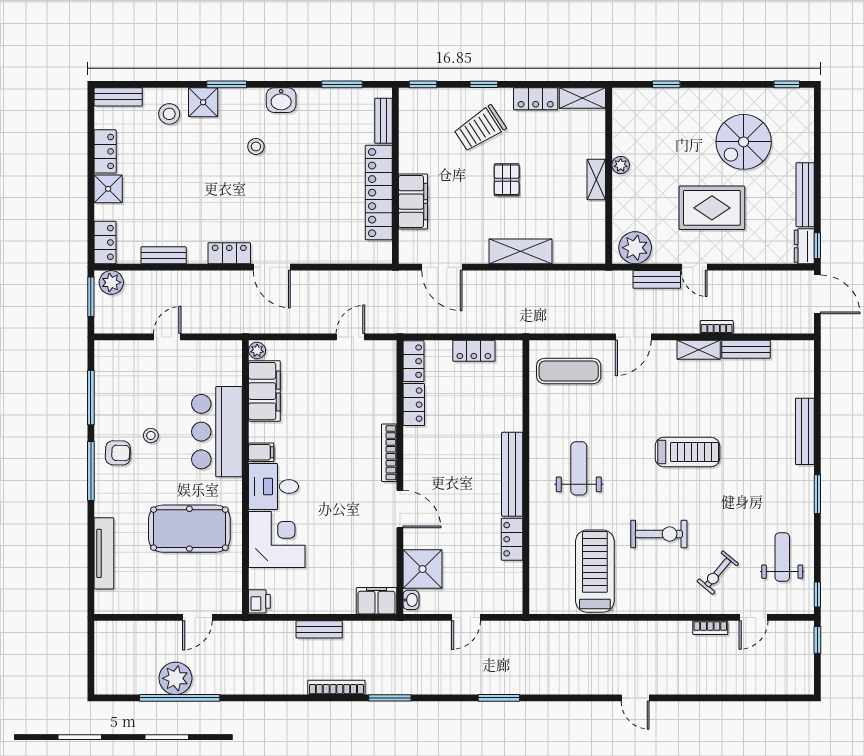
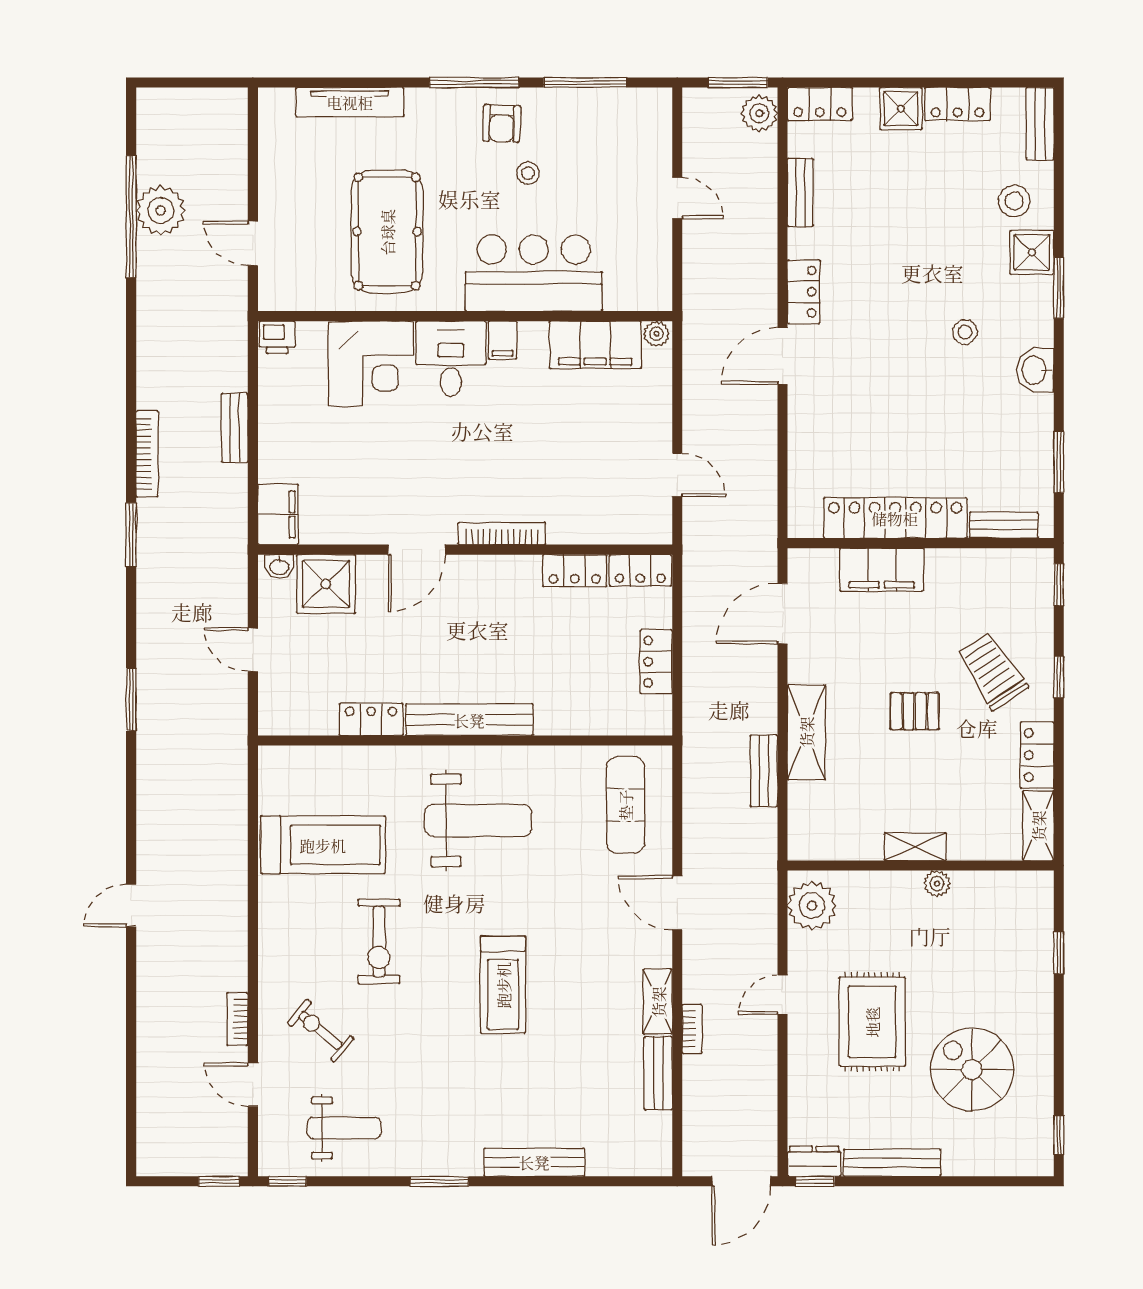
bench: (657, 279) -> (764, 771), moved
weight bench: (579, 468) -> (478, 820), width x1.36, depth x1.33

